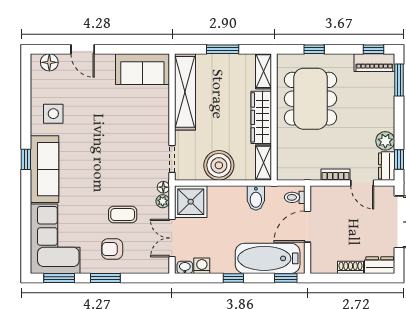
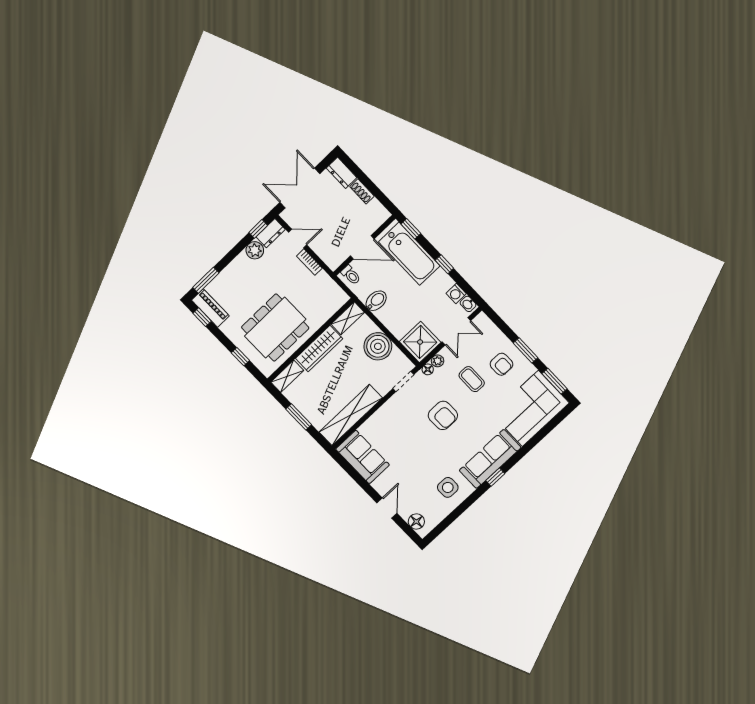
armchair: (115, 165) -> (443, 415), added
door: (362, 183) -> (298, 239), hinge flipped

